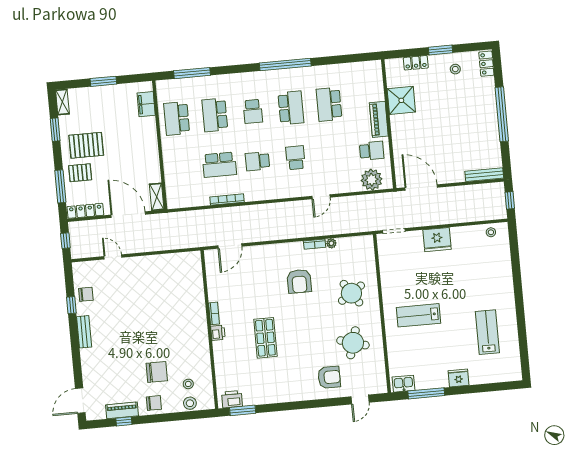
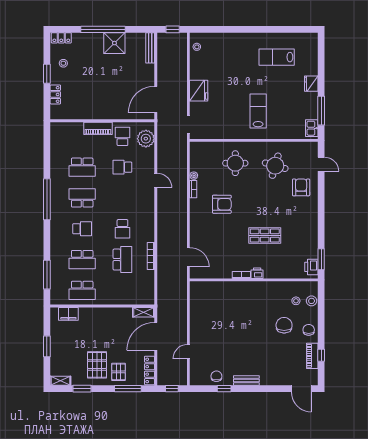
shower: (401, 100) -> (114, 43), moved
school desk: (296, 158) -> (122, 167), moved
round table: (351, 293) -> (235, 163), turned 34
lab bench: (419, 315) -> (258, 111), turned 180

